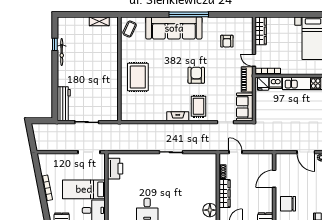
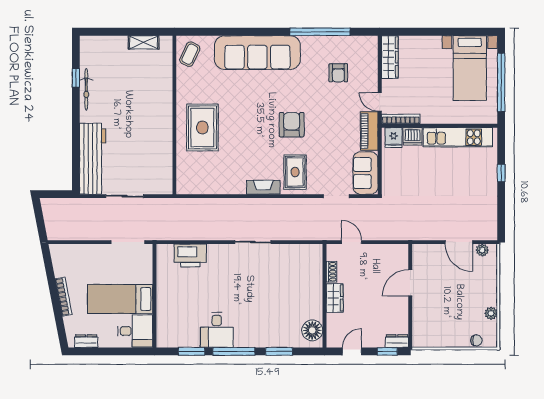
window: (189, 14) -> (320, 32), moved
workbench: (64, 104) -> (93, 159), width x1.36, depth x1.32
printer: (115, 169) -> (190, 255), moved, turned 90
wardrobe: (225, 193) -> (335, 298), width x0.67
chair: (288, 204) -> (432, 321), removed

